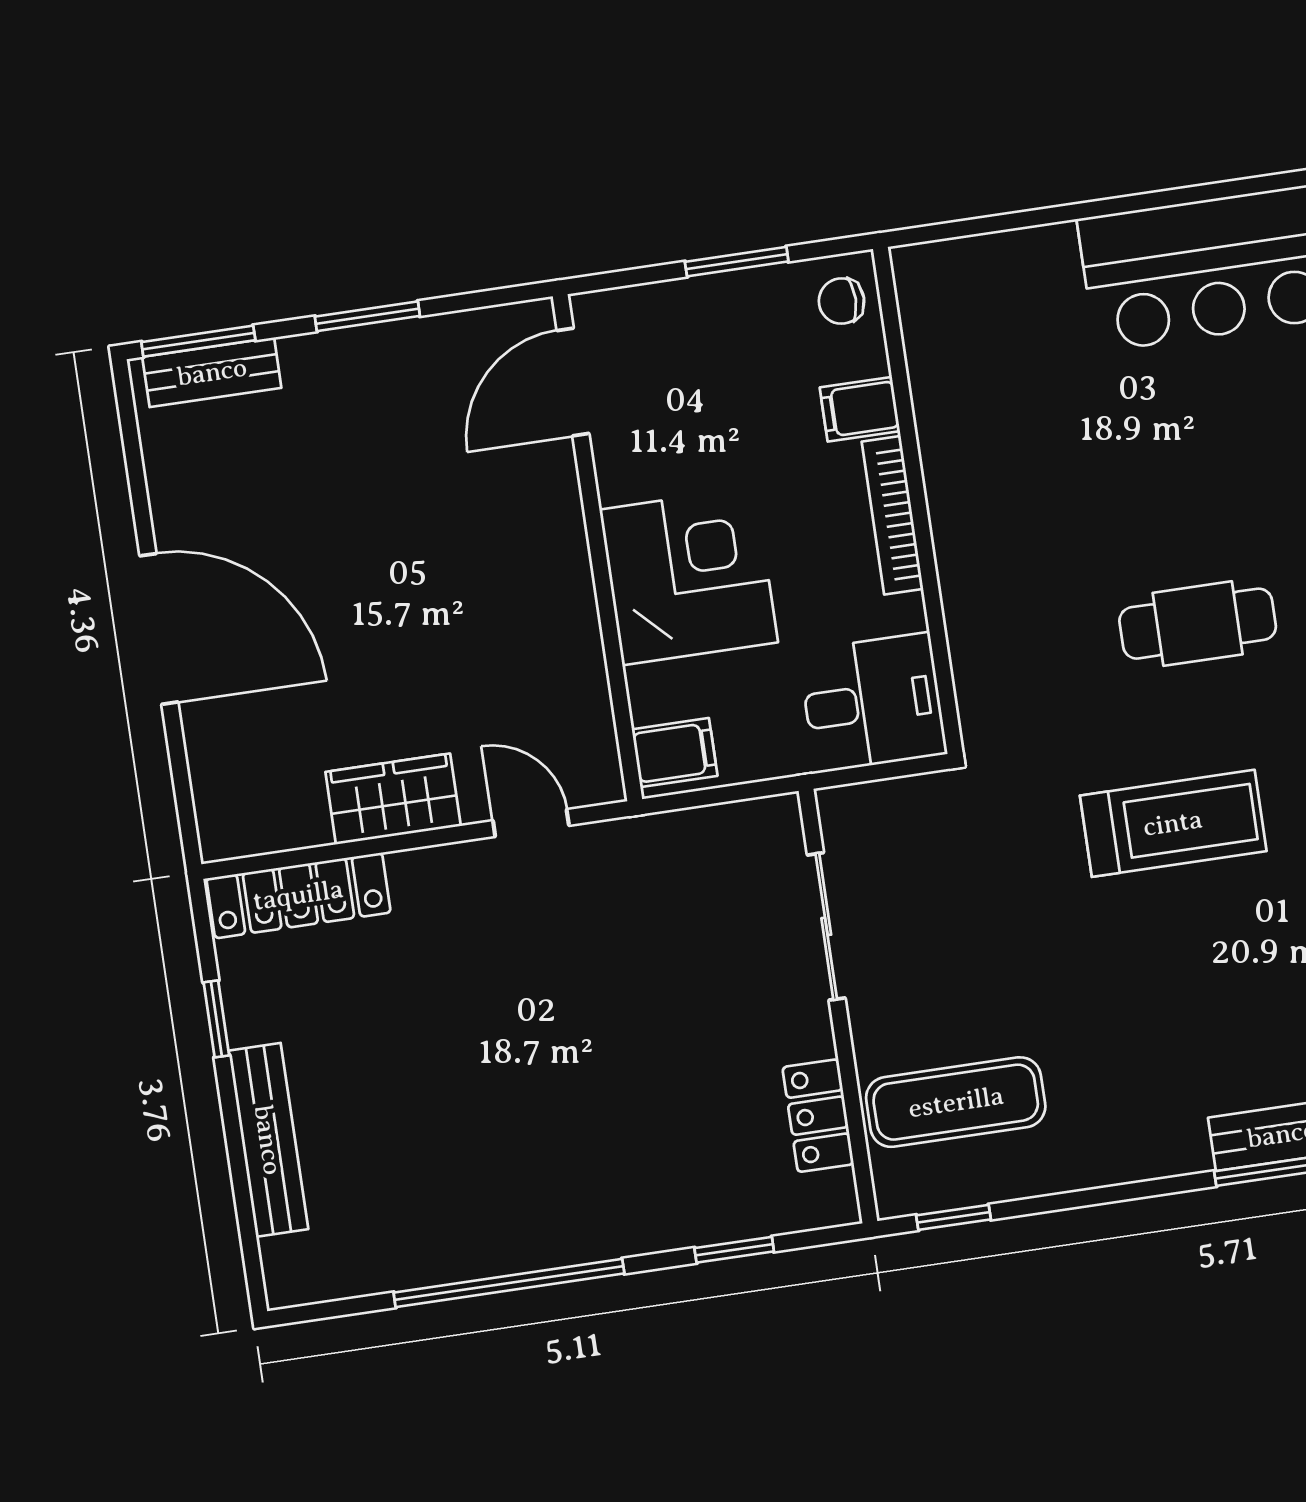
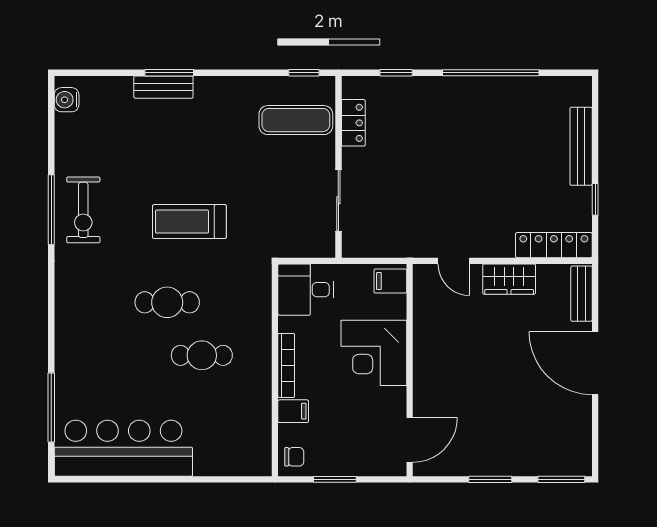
bench: (212, 372) -> (582, 294), moved, turned 90
cafe table: (1097, 510) -> (202, 355), added

